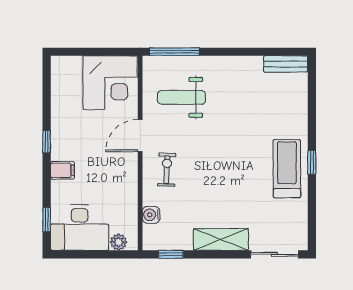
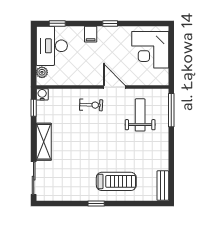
corner desk: (110, 83) -> (150, 50), moved
treadmill: (287, 169) -> (116, 181), moved
water cooler: (151, 215) -> (42, 94), moved

